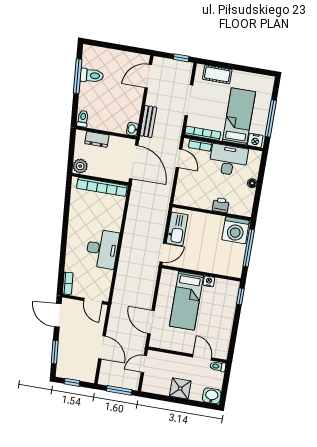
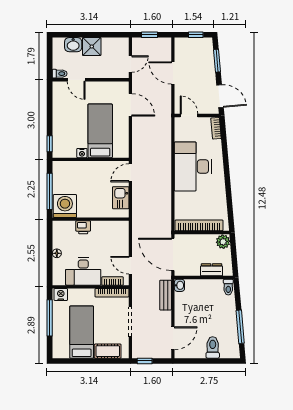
toilet: (92, 76) -> (213, 347), moved, turned 95
bed: (239, 116) -> (82, 332), moved, turned 180
kitchen sink: (177, 229) -> (121, 198), width x0.73
desk: (102, 249) -> (193, 167), width x1.36, depth x1.30
window: (119, 390) -> (150, 35), width x0.67
washbasin: (212, 396) -> (73, 45), moved

